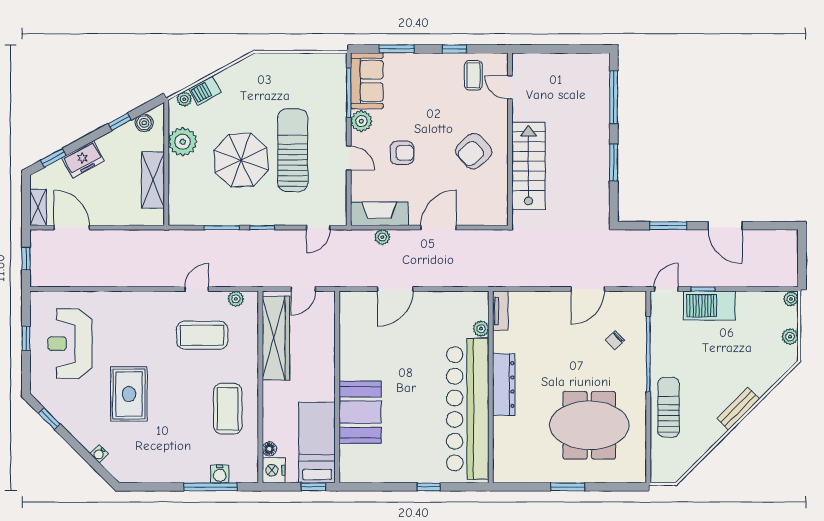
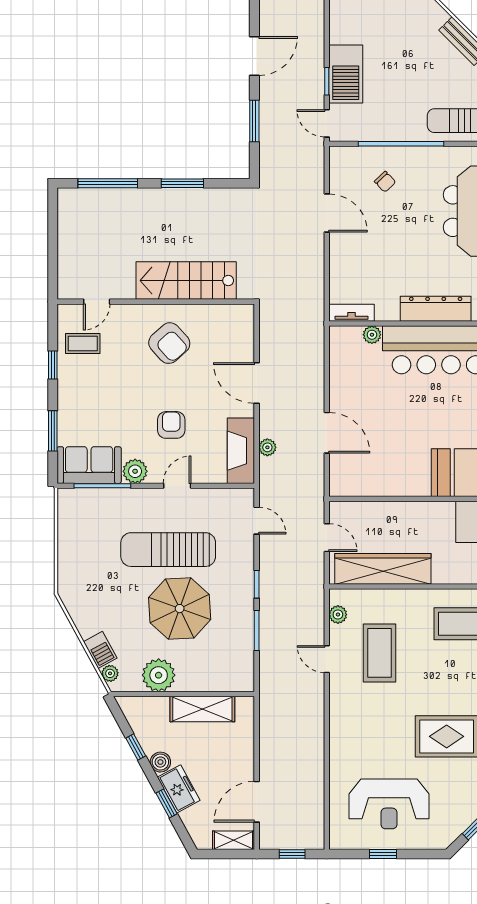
boiler: (144, 123) -> (160, 762), moved
window: (54, 158) -> (167, 803), moved

